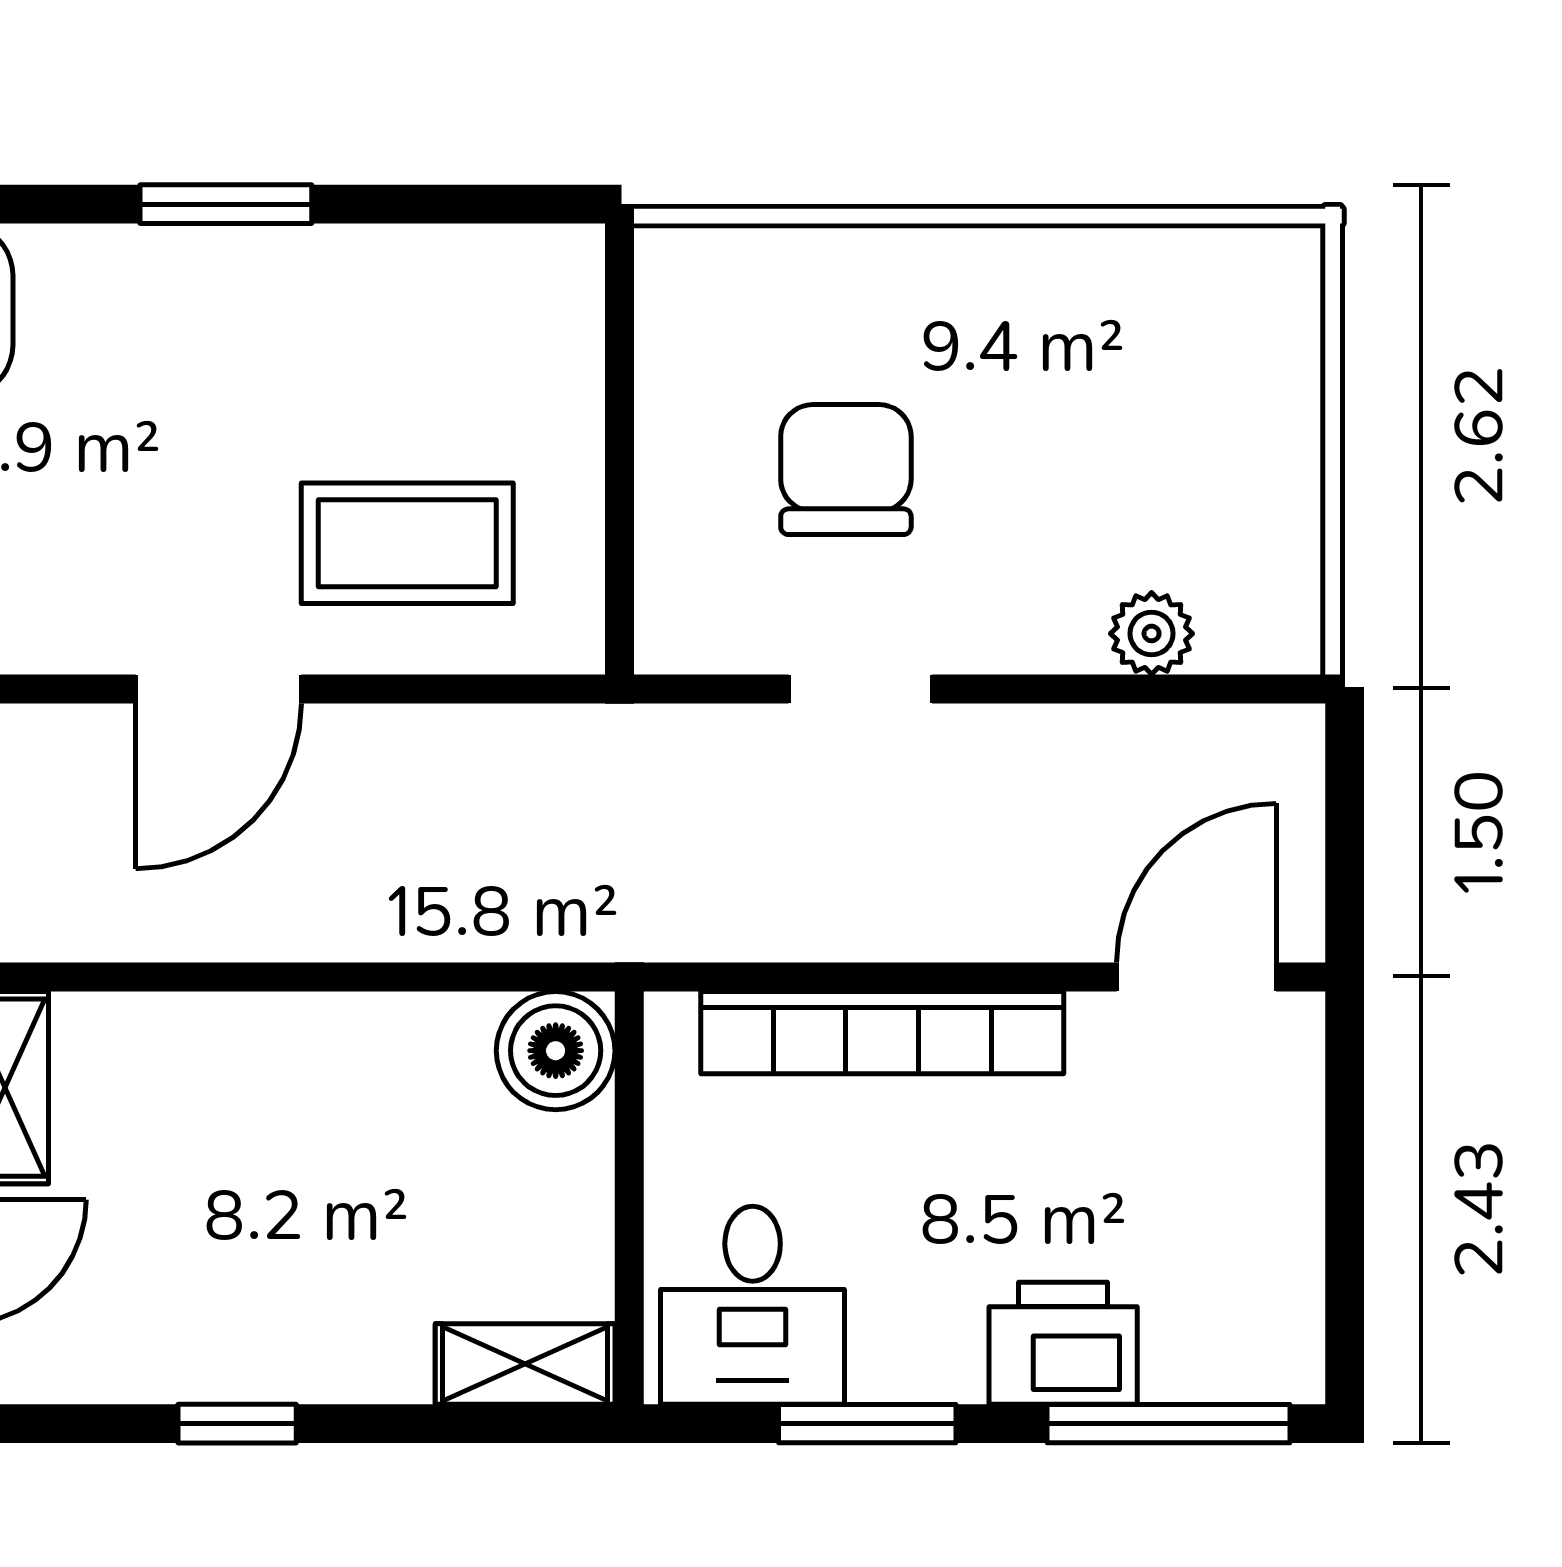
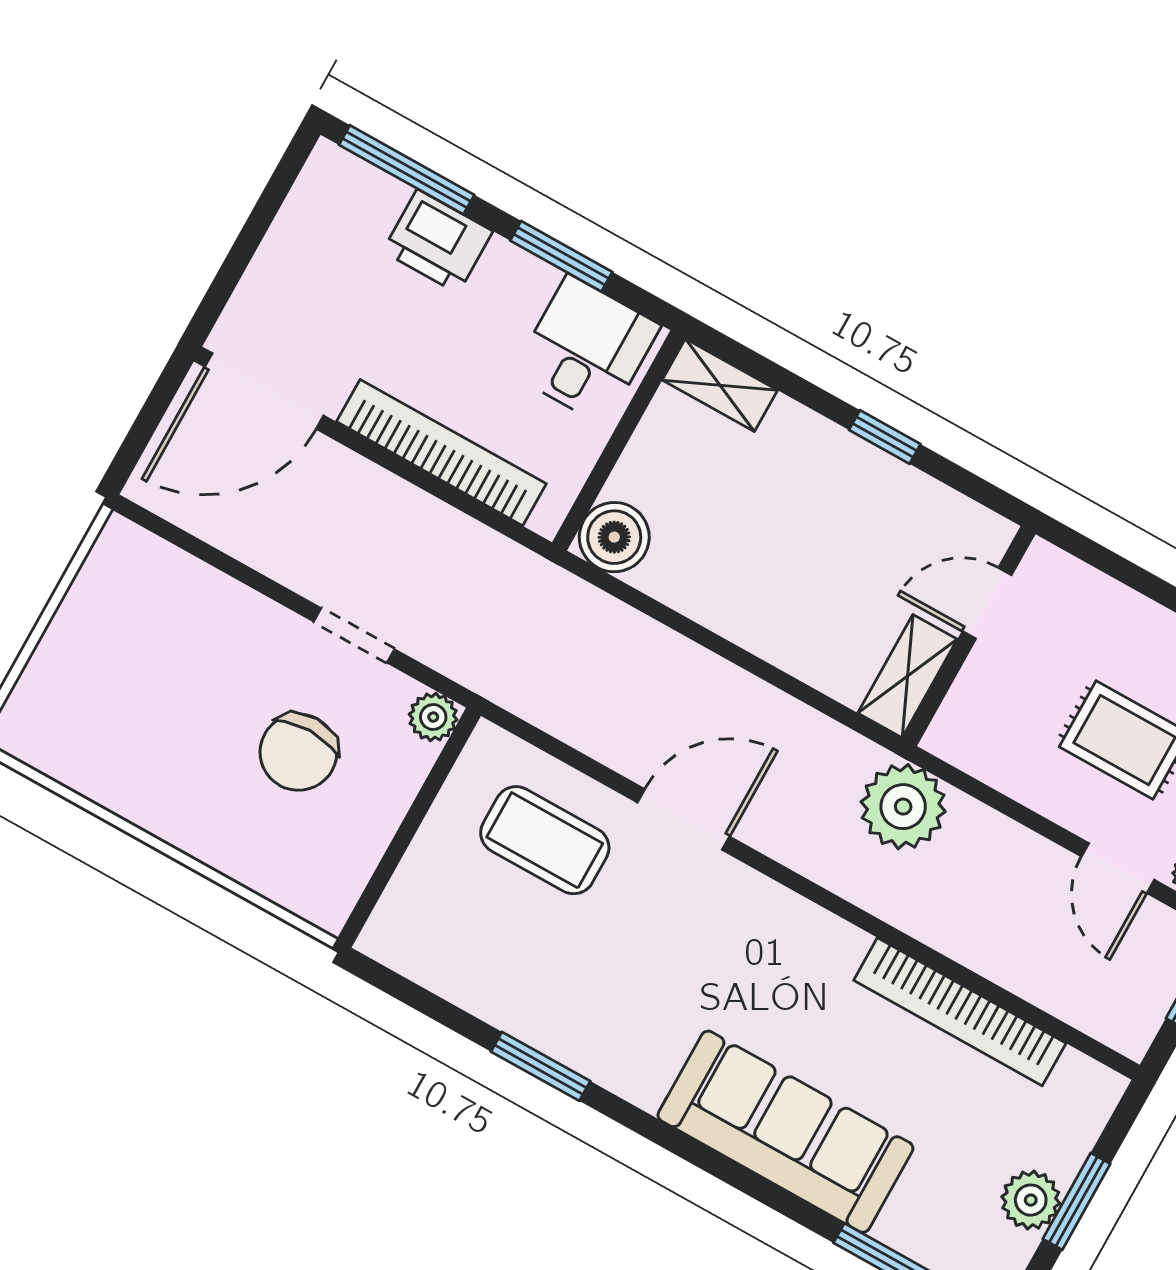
plant: (1152, 634) -> (433, 717), moved
door: (1196, 977) -> (264, 391), width x1.36

